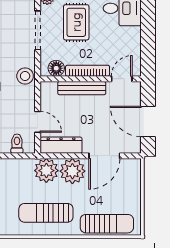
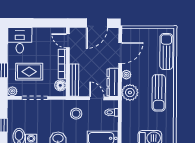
stool: (25, 76) -> (76, 114), moved
bench: (82, 88) -> (74, 80), moved
door: (38, 122) -> (97, 98), hinge flipped
door: (104, 156) -> (120, 53), hinge flipped
plant: (72, 171) -> (126, 75), width x0.53, depth x0.53

